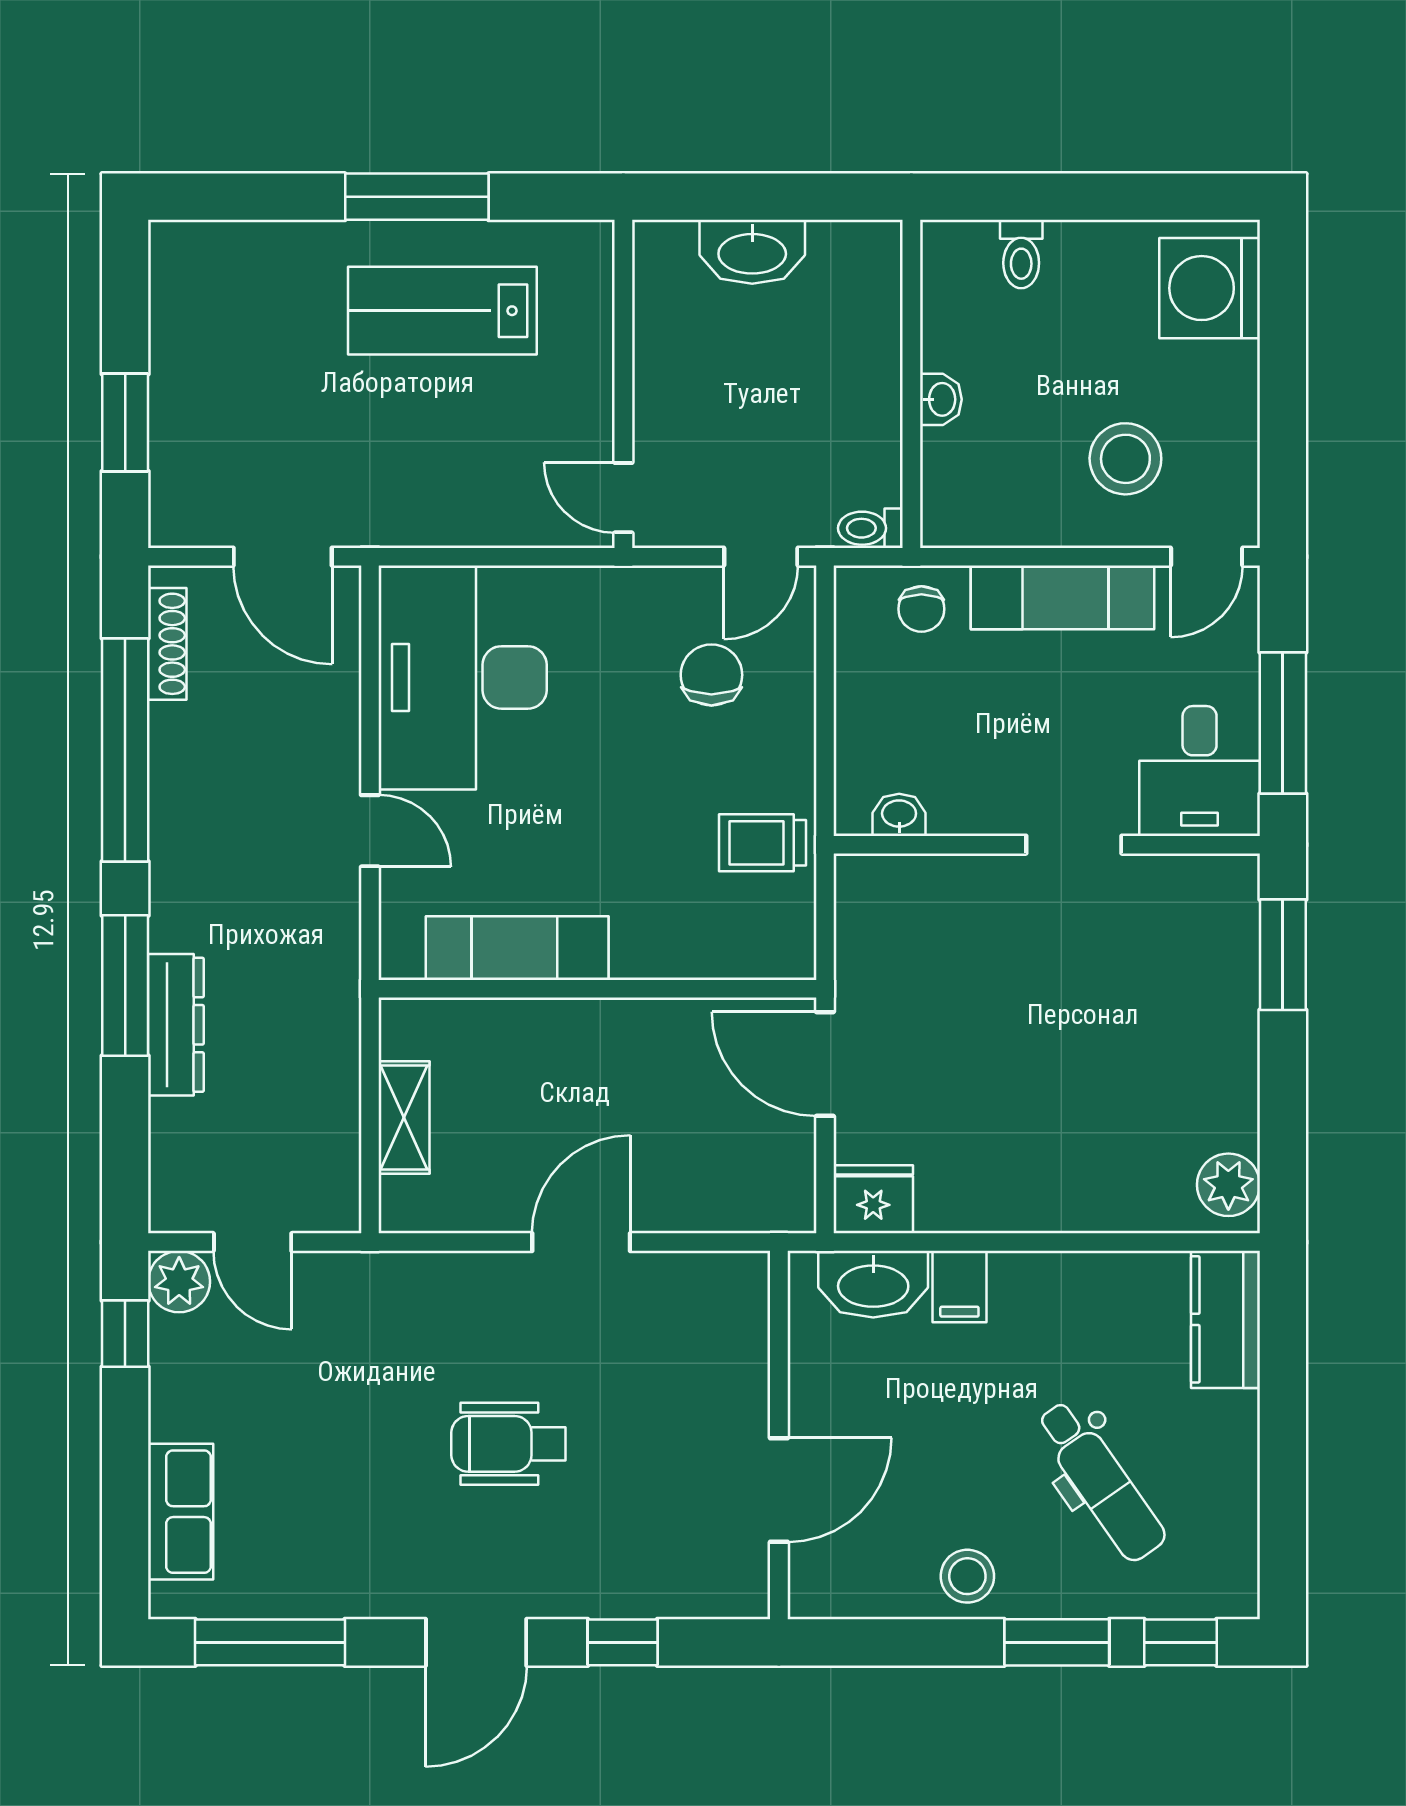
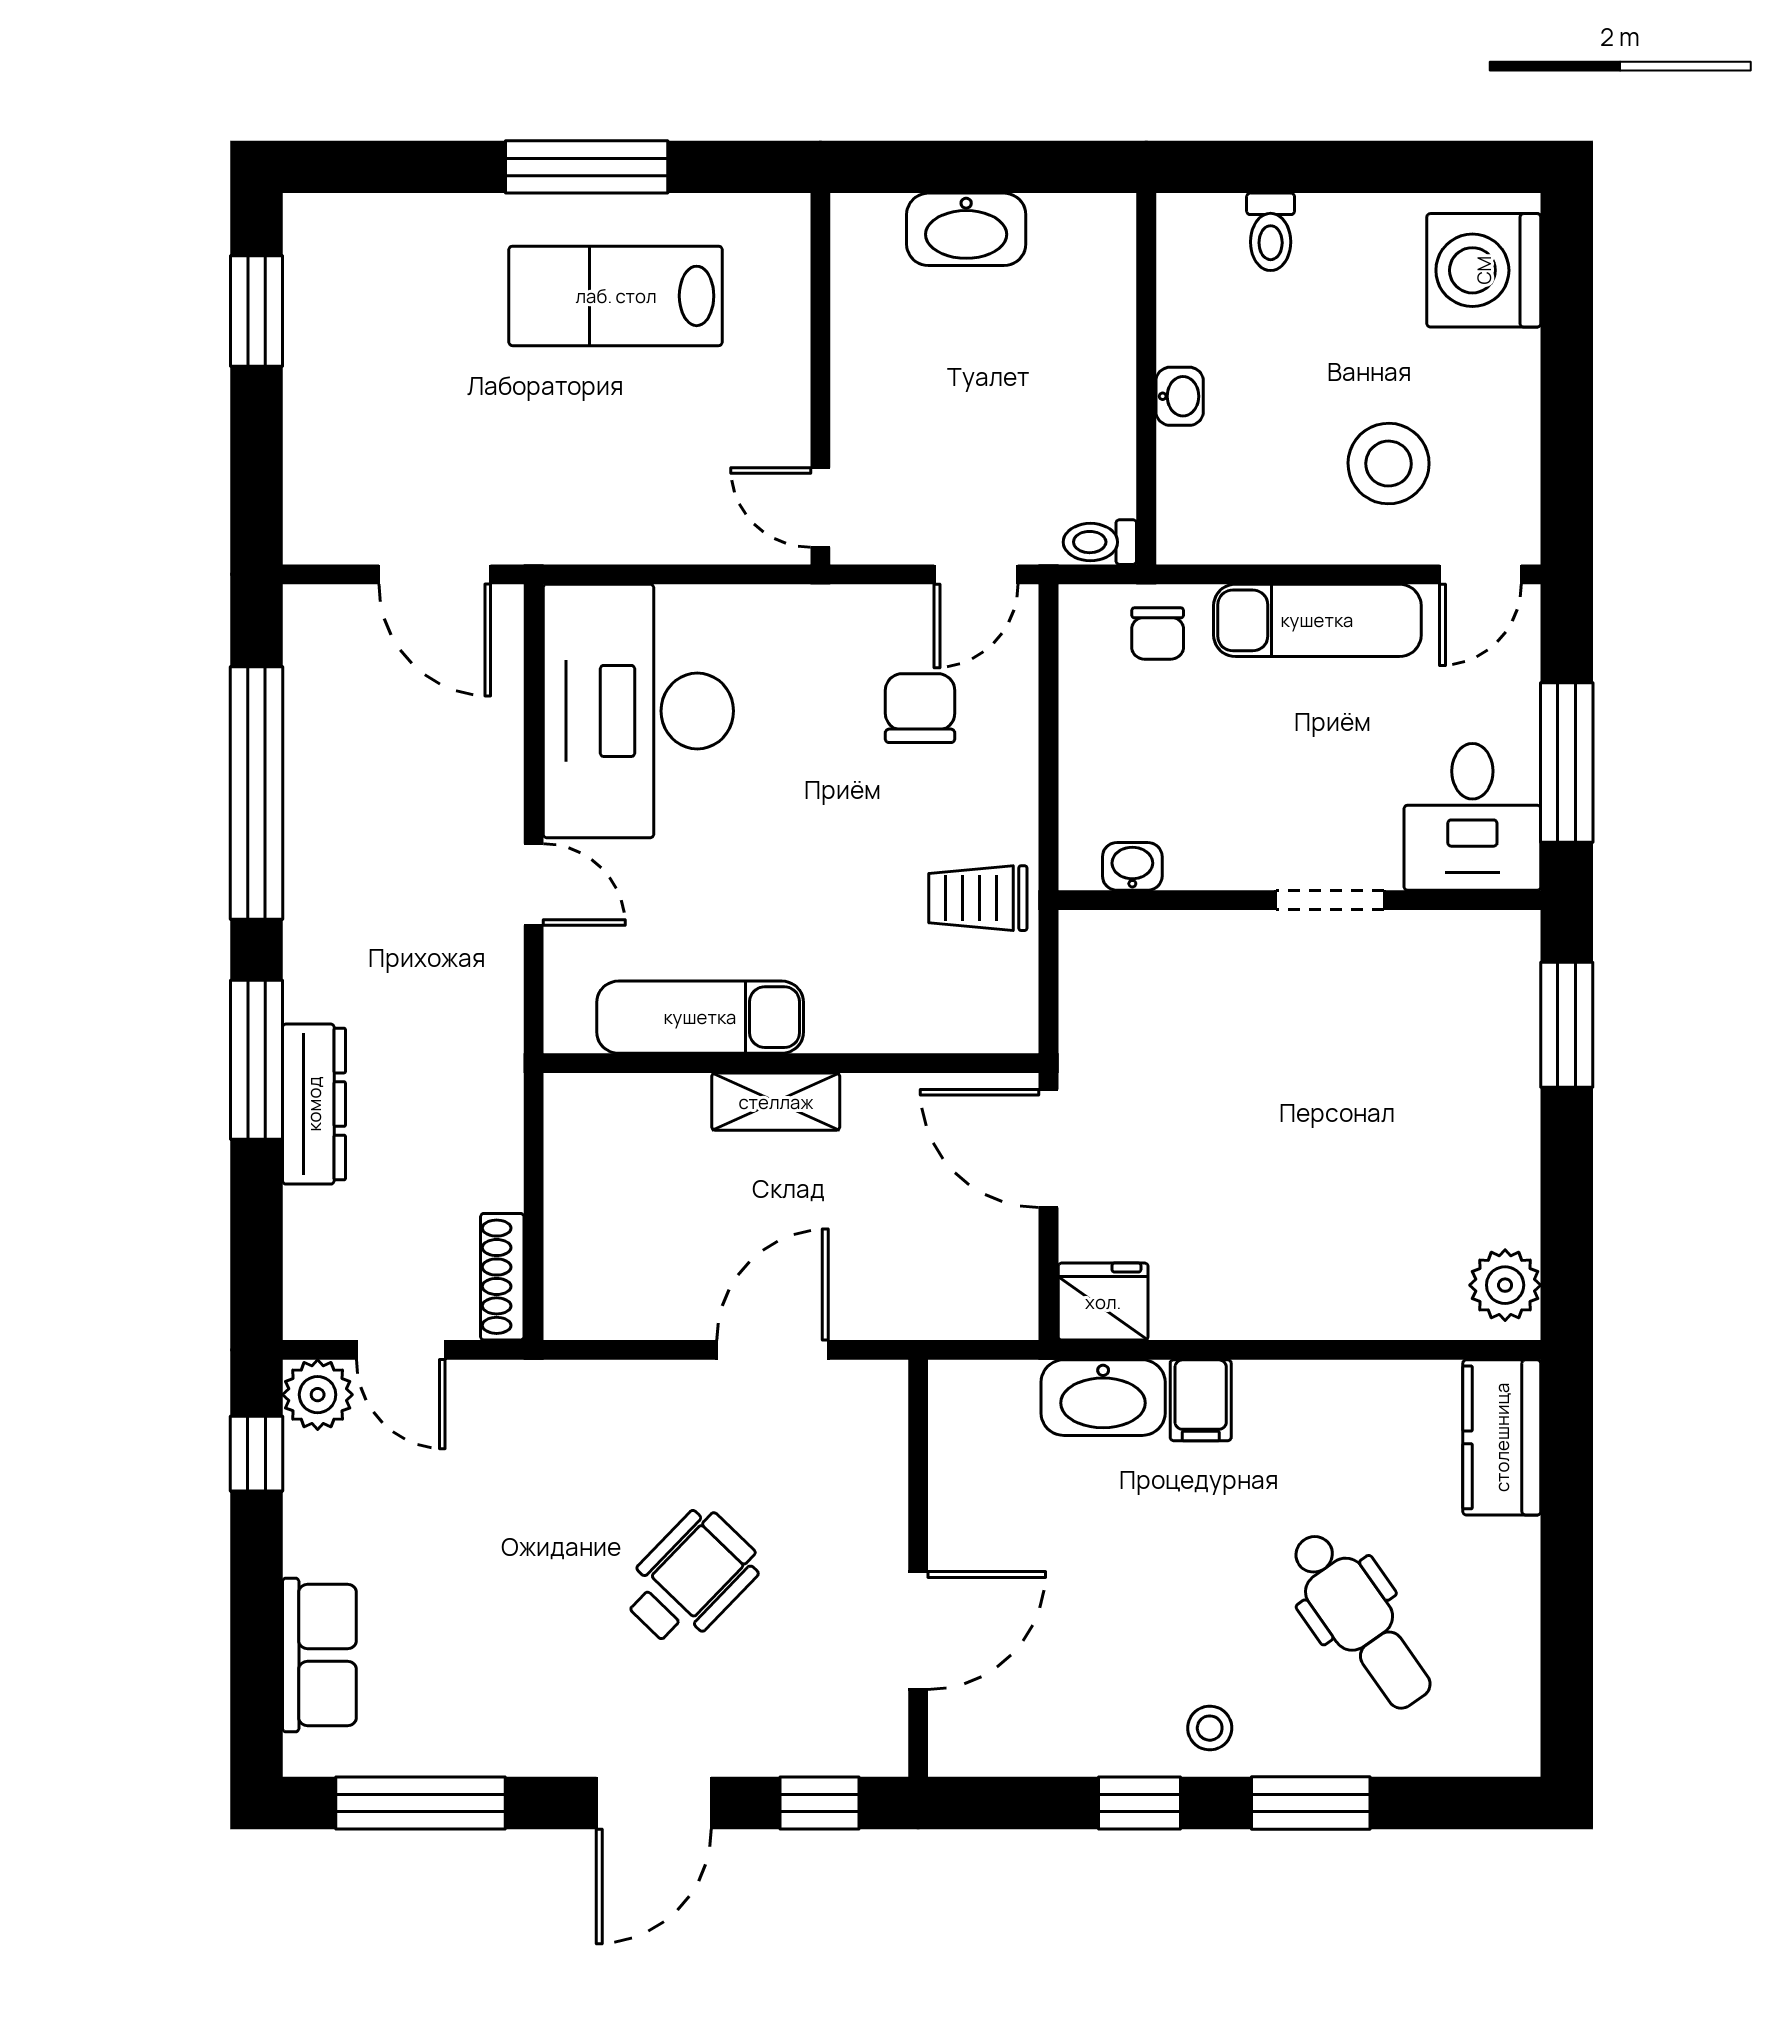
window: (125, 423) -> (257, 311), moved
shoe rack: (167, 644) -> (502, 1277), moved, turned 180
shelving: (404, 1118) -> (776, 1102), moved, turned 90
wall: (779, 1435) -> (918, 1568), moved
wheelchair: (509, 1444) -> (690, 1578), turned 134
door: (779, 1490) -> (918, 1630), moved
stool: (967, 1576) -> (1210, 1728), width x0.73, depth x0.73
window: (1180, 1642) -> (1139, 1803), moved

